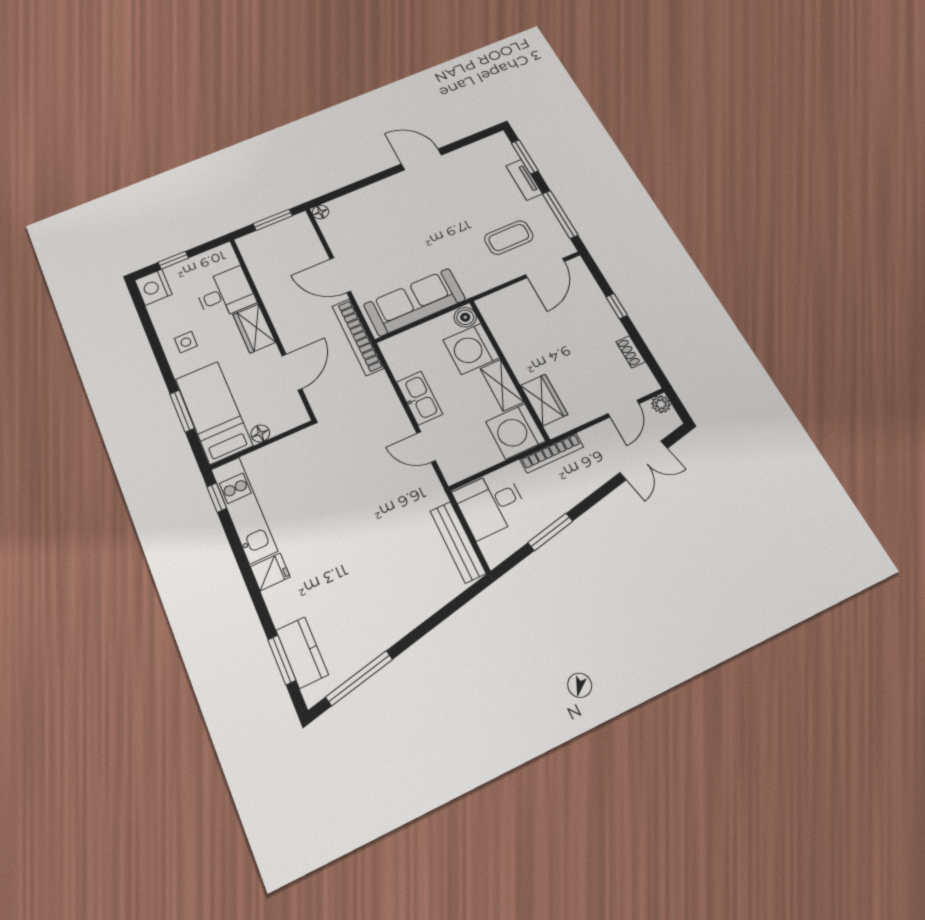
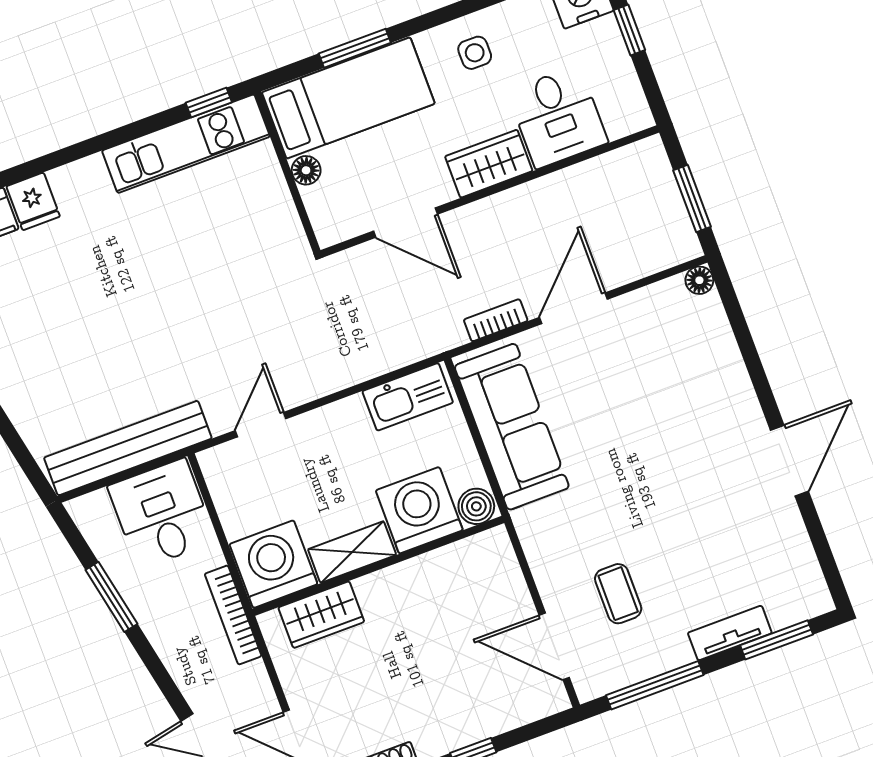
coffee table: (509, 238) -> (618, 594), width x0.73, depth x0.77
bookcase: (358, 337) -> (496, 320), width x0.43, depth x0.76
kitchen sink: (419, 398) -> (408, 397), moved
bench: (458, 542) -> (128, 448), width x1.37, depth x1.21
fridge: (270, 572) -> (33, 201), moved

